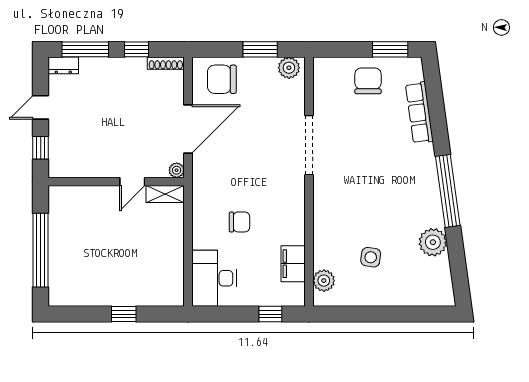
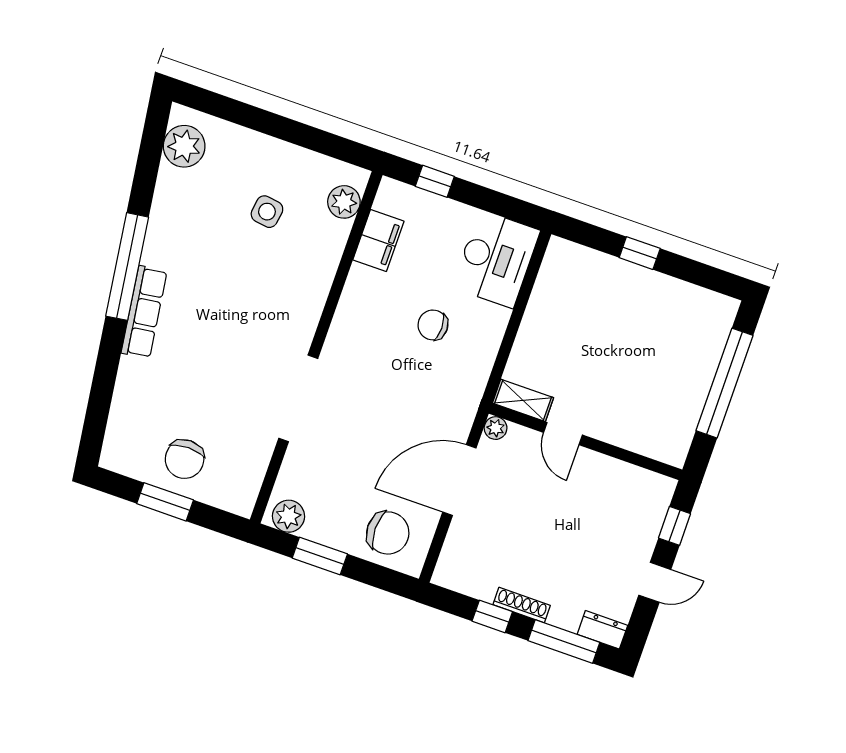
window: (390, 49) -> (165, 502), moved
shoe rack: (166, 63) -> (522, 605), moved
row of seats: (419, 113) -> (144, 312), moved
door: (132, 182) -> (563, 434), swing flipped
plant: (433, 242) -> (184, 146), moved

